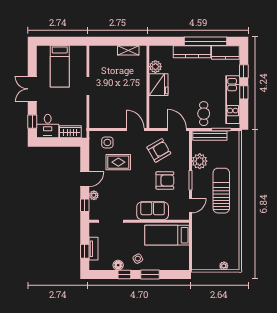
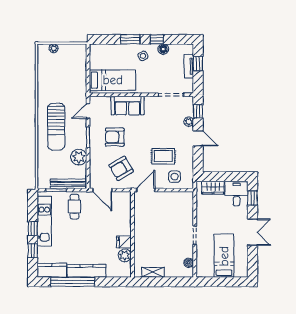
boiler: (94, 60) -> (189, 263), added
fridge: (159, 85) -> (124, 242), width x0.53, depth x0.75
door: (135, 129) -> (146, 190), swing flipped
door: (85, 179) -> (198, 138), swing flipped

